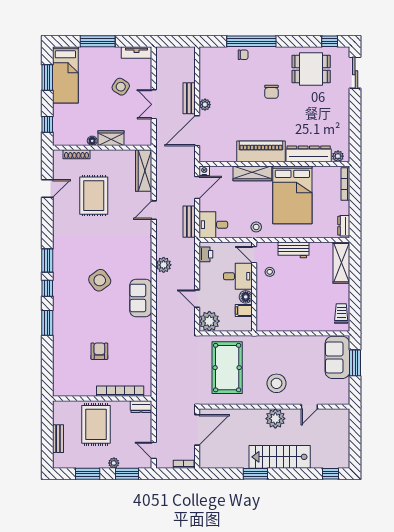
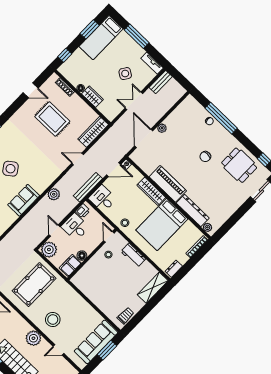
bench: (189, 98) -> (161, 82), moved
door: (197, 131) -> (144, 138), hinge flipped
rug: (94, 196) -> (52, 119), turned 90
bench: (189, 222) -> (88, 187), width x1.36
desk: (238, 276) -> (75, 227), moved, turned 180
filing cabinet: (244, 311) -> (70, 265), width x2.00
sofa: (337, 357) -> (96, 342), width x1.36

